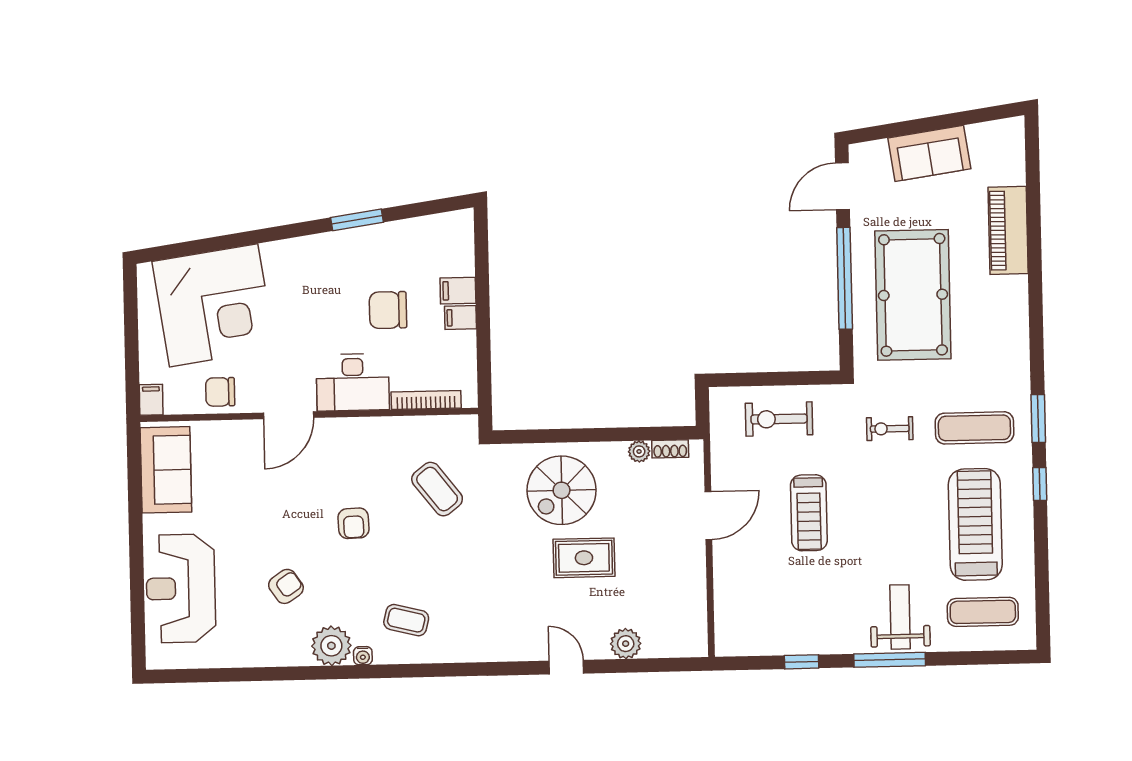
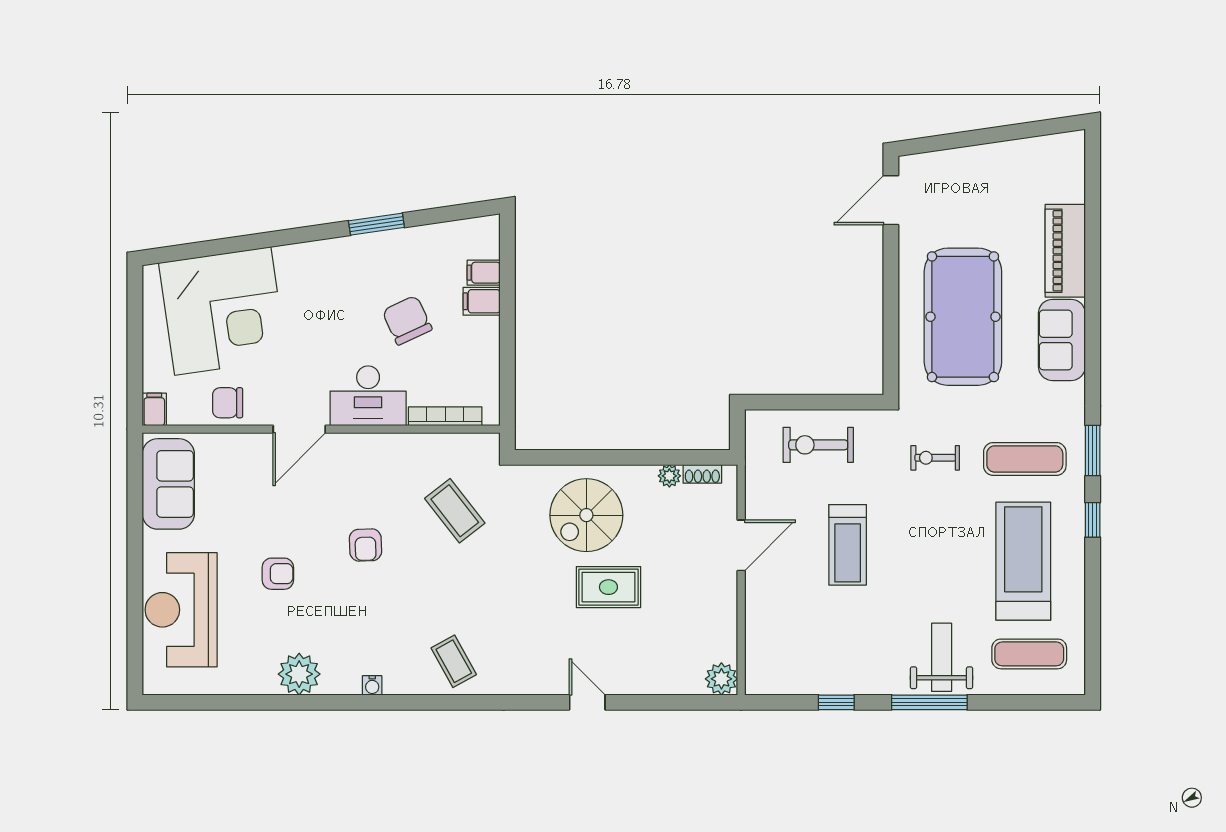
sofa: (929, 153) -> (1062, 340), moved, turned 98
window: (845, 278) -> (891, 298), removed
chair: (388, 310) -> (407, 320), turned 65
filing cabinet: (460, 318) -> (484, 273), moved
armchair: (286, 586) -> (278, 574), moved, turned 34
coffee table: (406, 620) -> (454, 661), moved, turned 47
plant: (626, 644) -> (721, 679), moved
plant: (331, 646) -> (299, 674), moved

